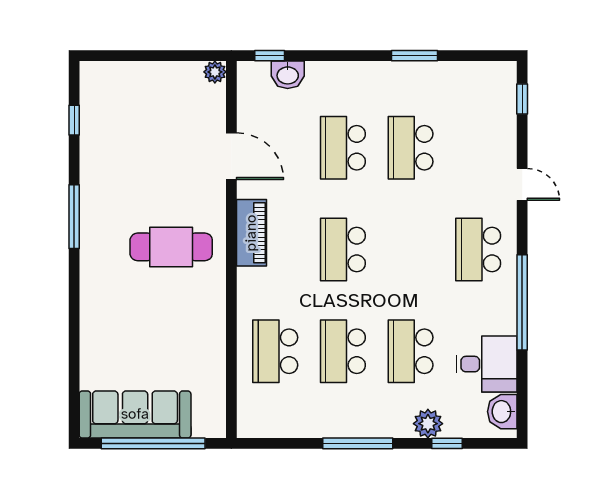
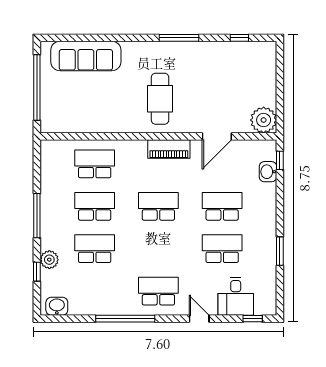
plant: (215, 72) -> (264, 120), width x1.87, depth x1.87
door: (522, 184) -> (199, 319), swing flipped
desk: (487, 364) -> (236, 296), moved
sofa: (135, 414) -> (86, 56), moved, turned 90

